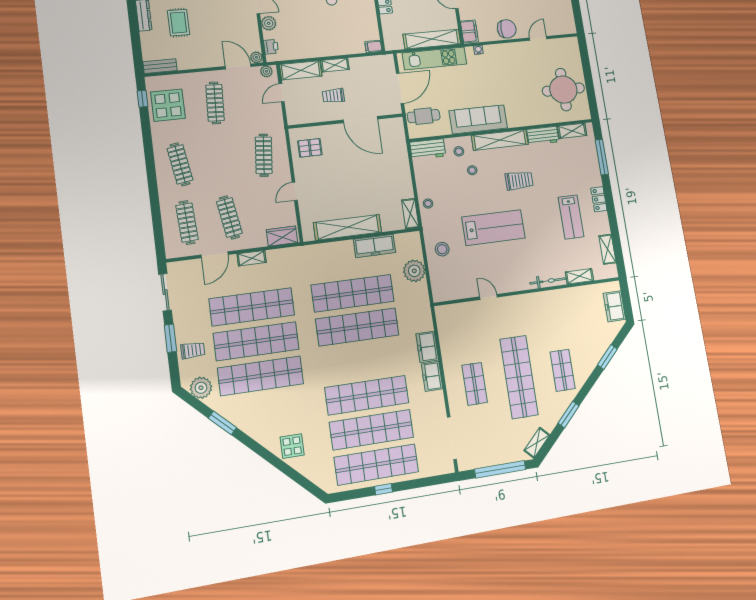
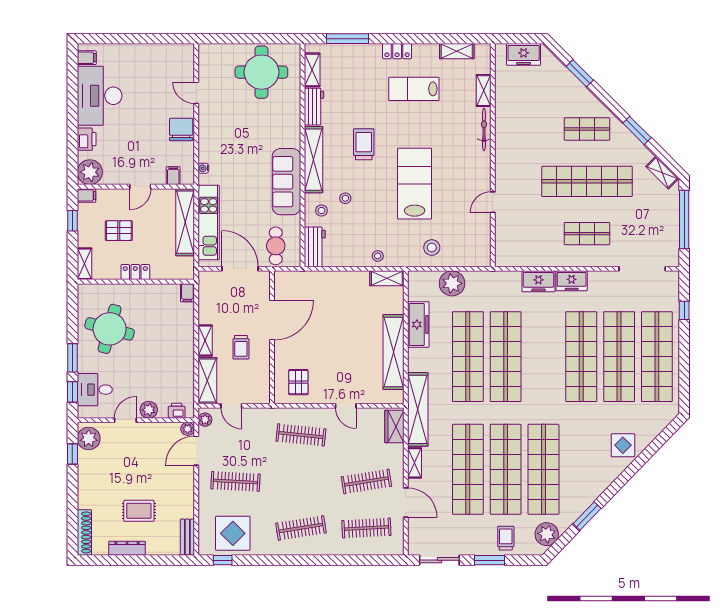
filing cabinet: (469, 31) -> (173, 176), width x0.50
lab bench: (571, 217) -> (414, 89), turned 180
shelving: (300, 255) -> (418, 409), added
window: (384, 489) -> (684, 310), moved

